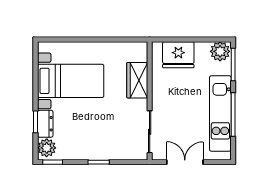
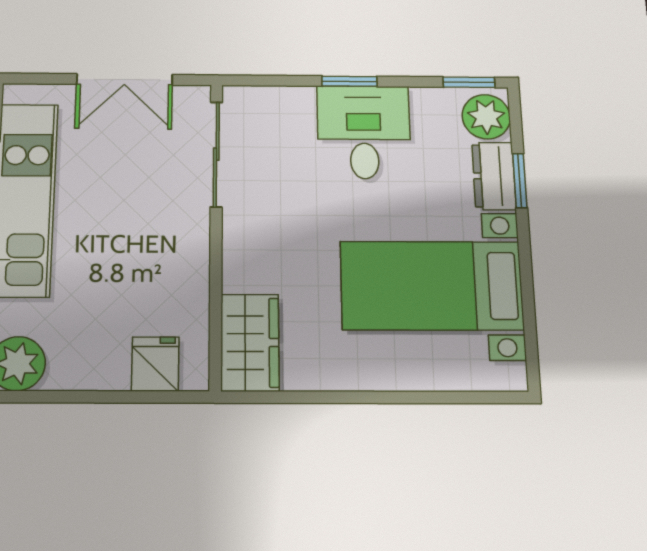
fridge: (178, 55) -> (155, 364), width x0.53, depth x0.75
wardrobe: (137, 80) -> (250, 342), moved
desk: (94, 141) -> (364, 132), added

